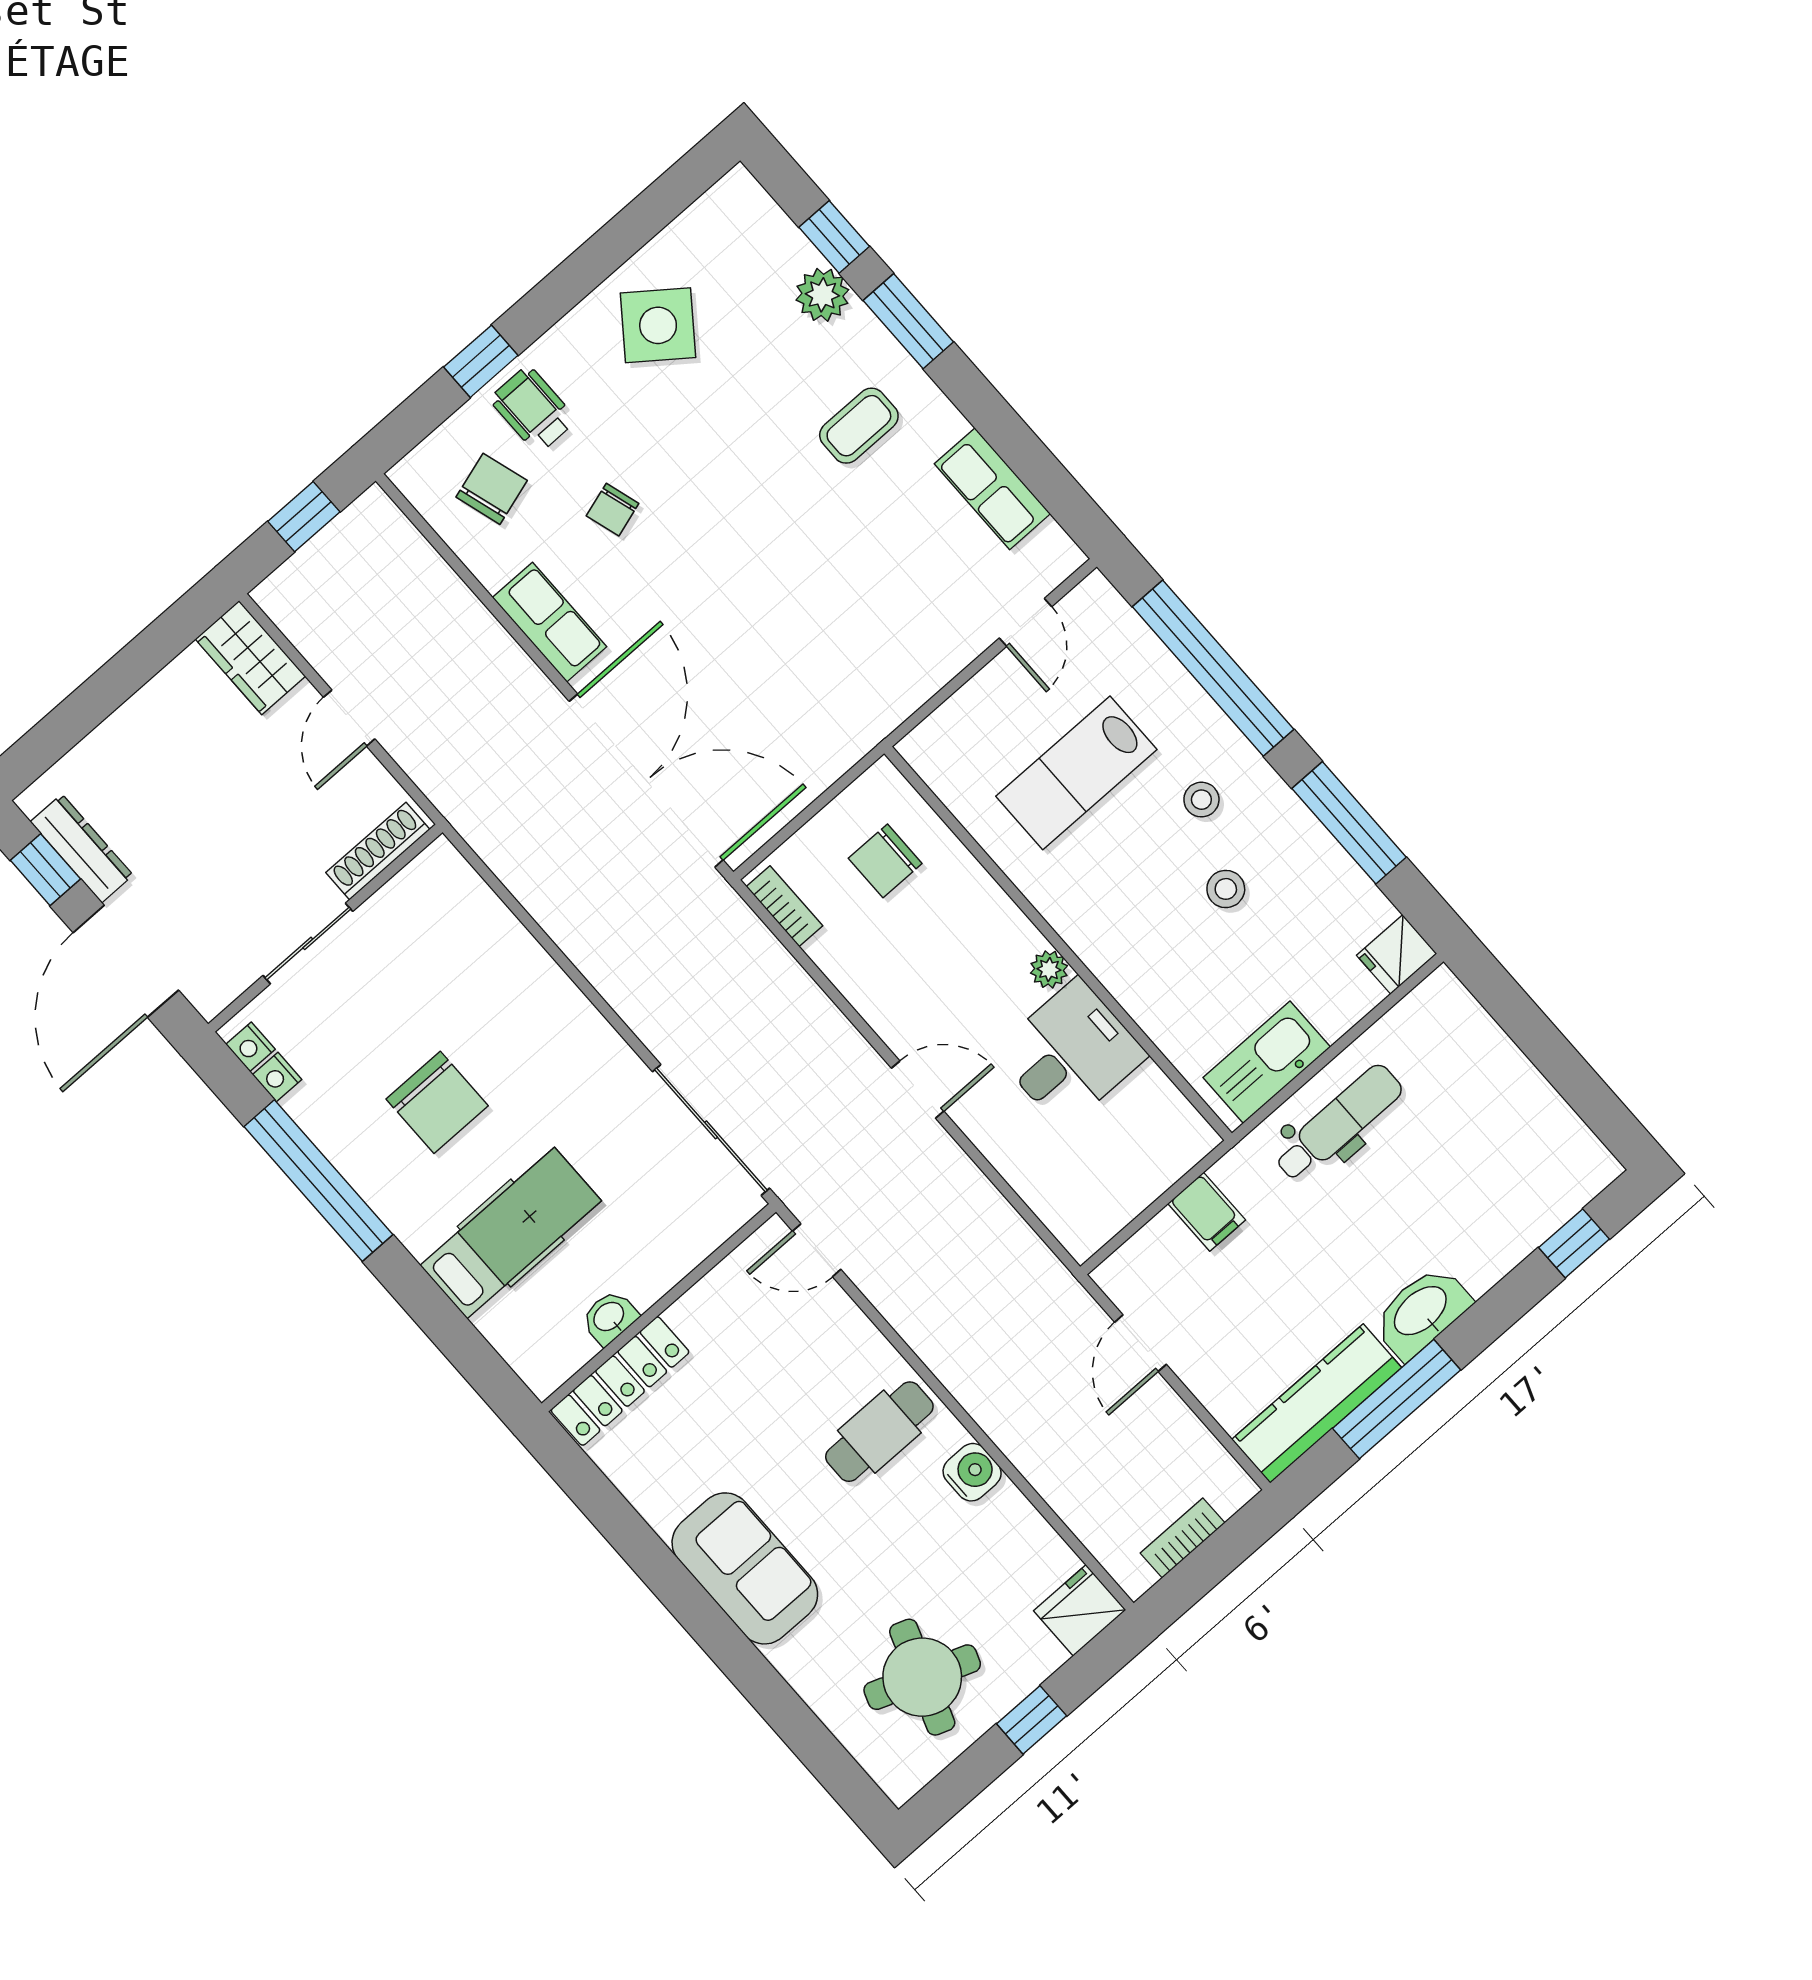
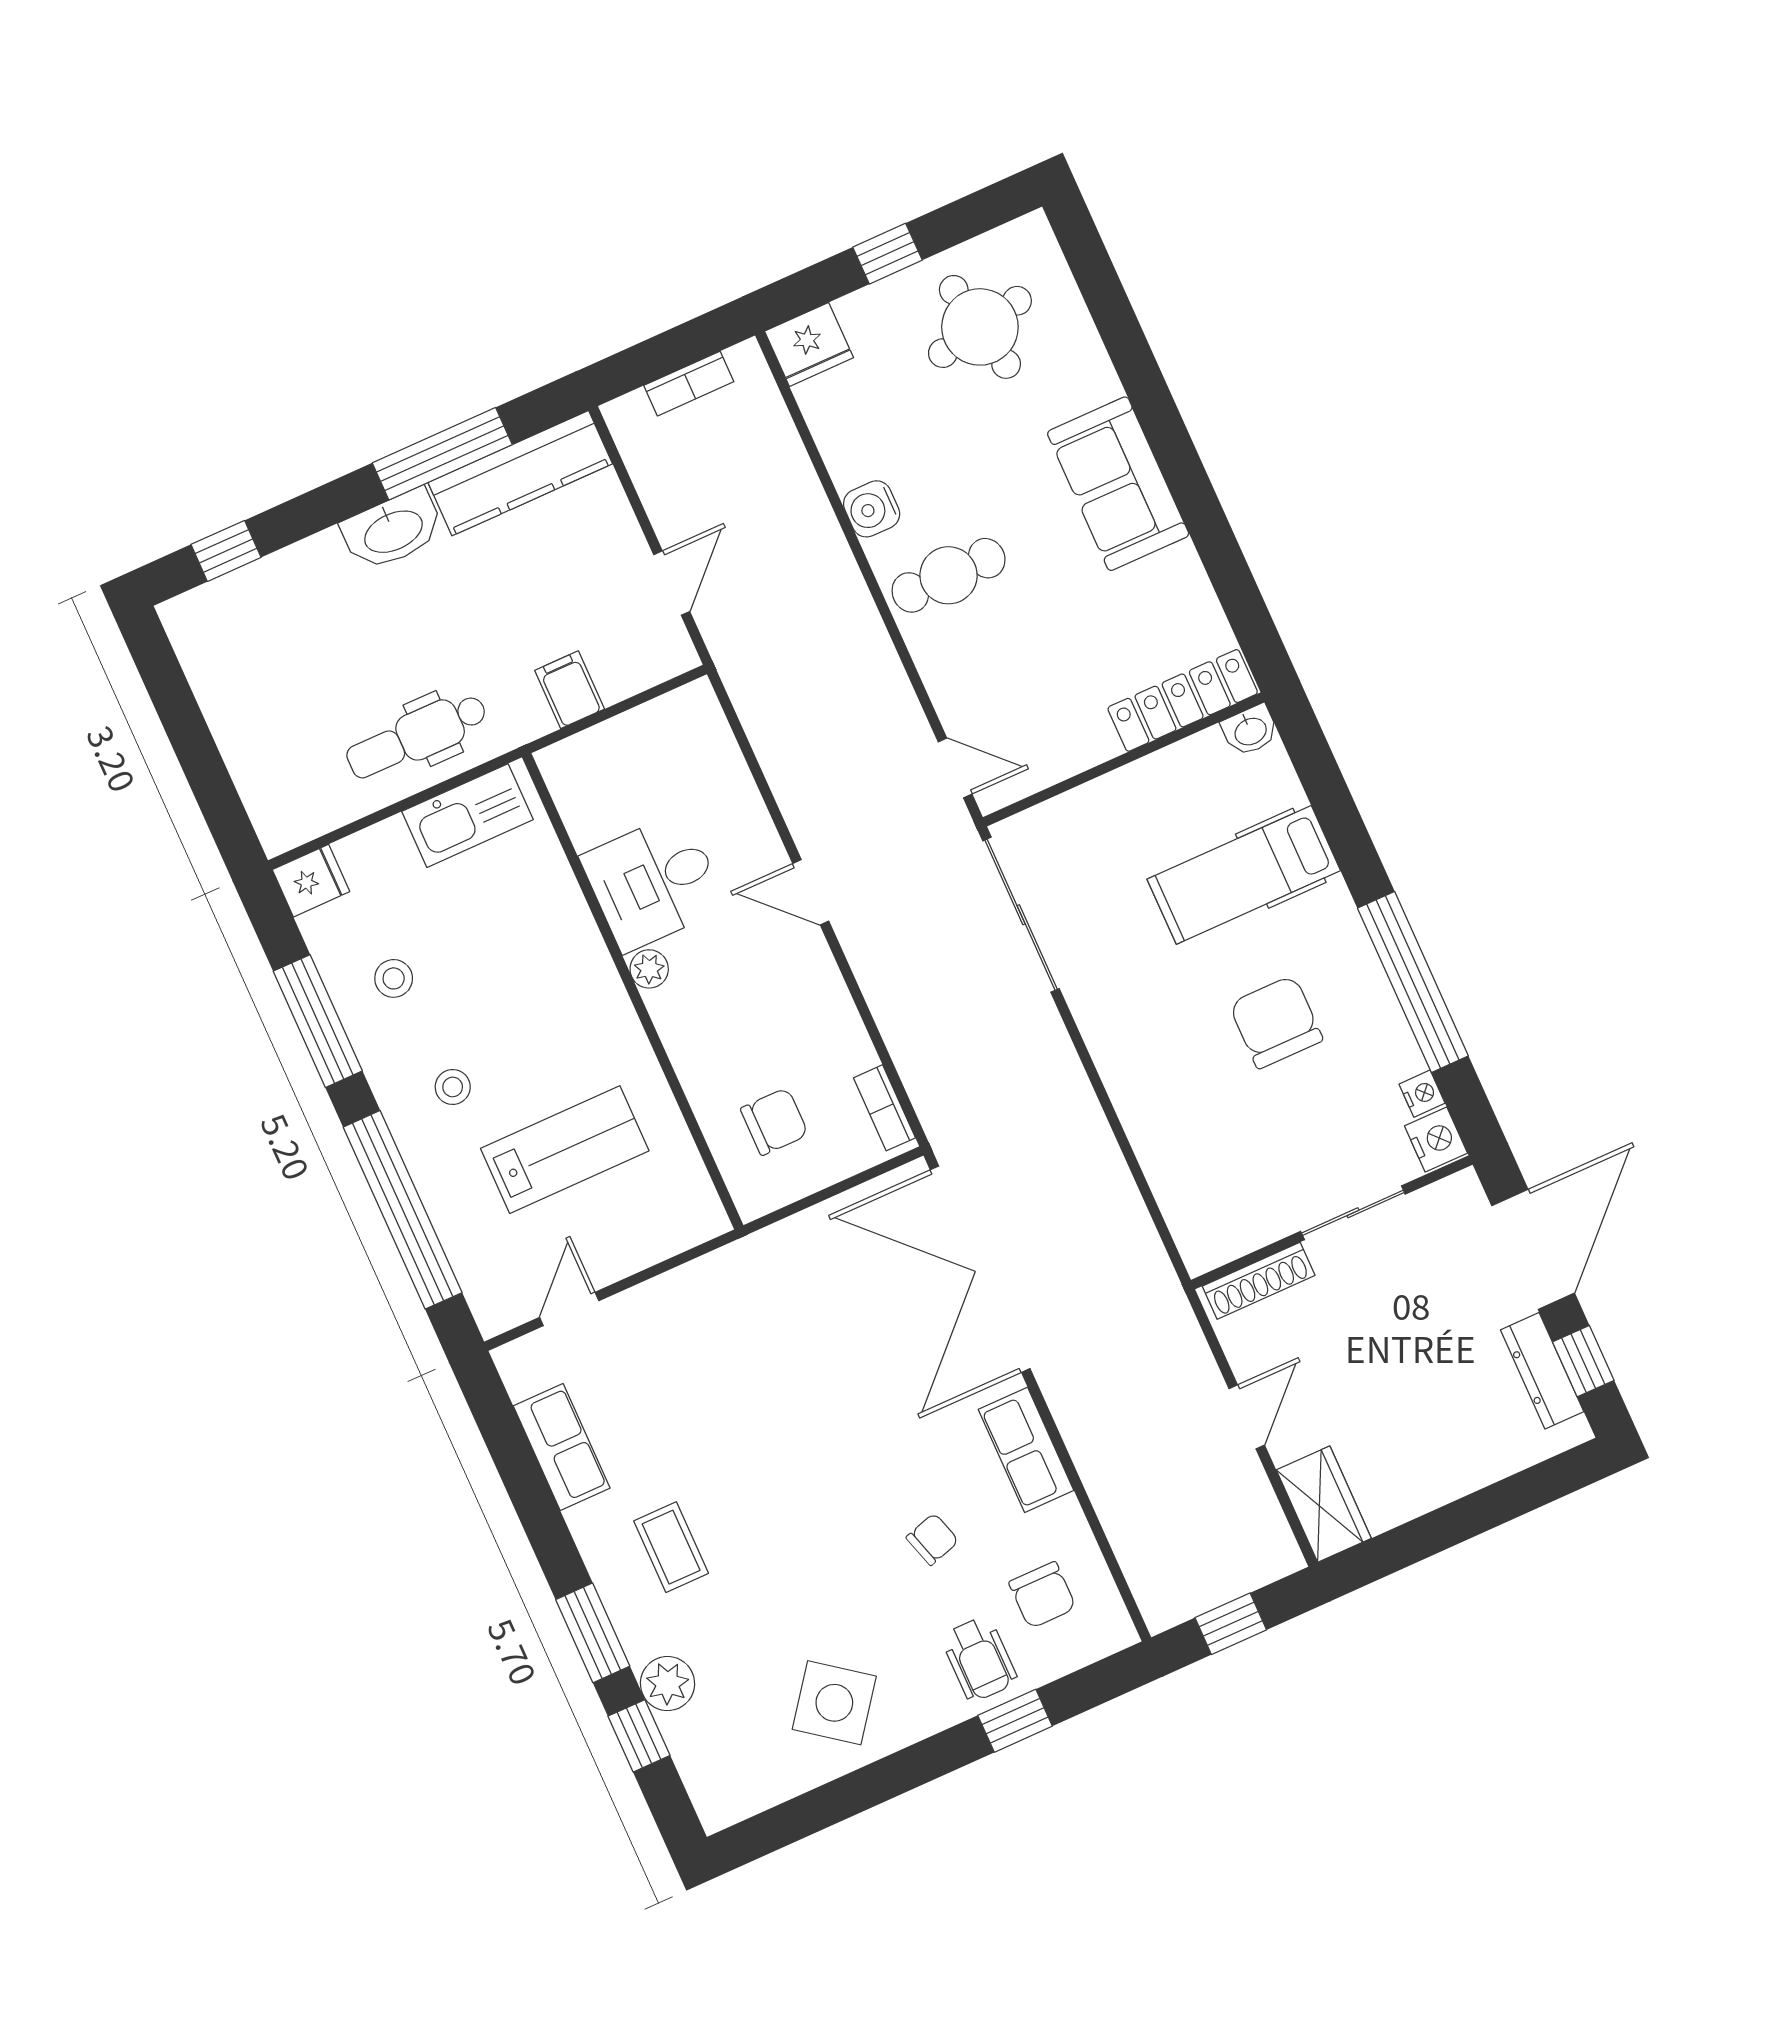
coffee table: (859, 426) -> (671, 1547), turned 90
chair: (492, 489) -> (1042, 1595), turned -73
stool: (1226, 889) -> (394, 978), moved
nightstand: (251, 1047) -> (1436, 1140), width x1.39, depth x1.35
washbasin: (609, 1317) -> (1250, 730), moved
round table: (922, 1677) -> (980, 327), turned -31

